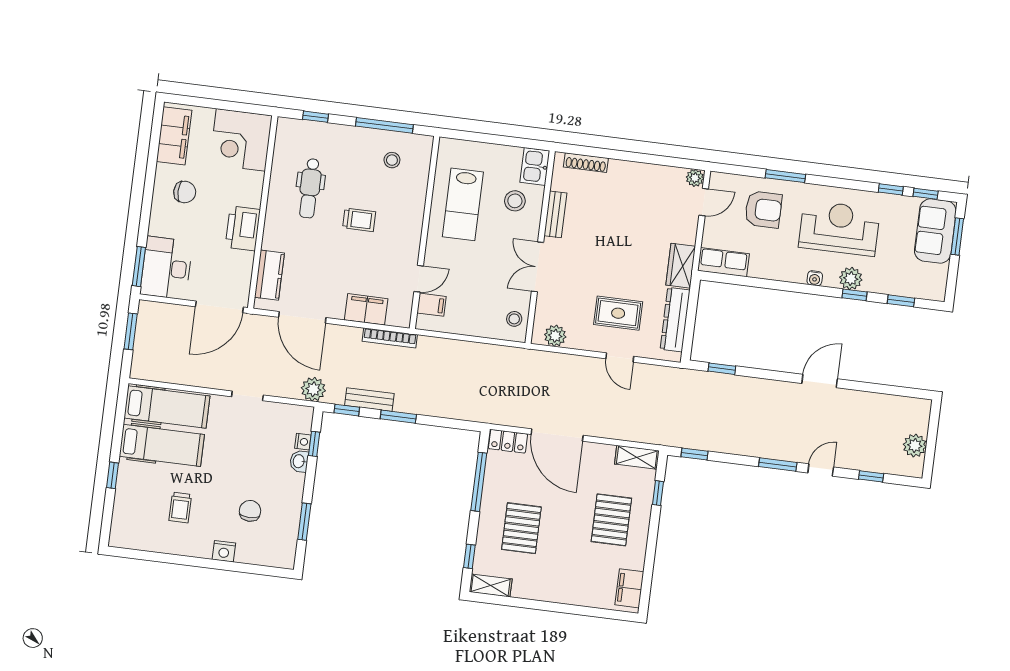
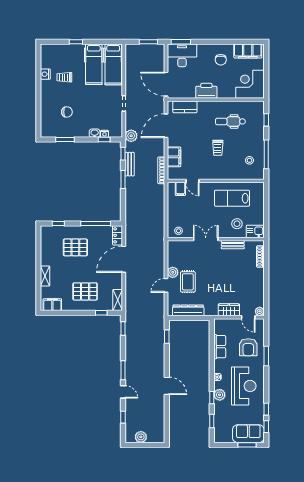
row of seats: (724, 262) -> (220, 347), moved
wardrobe: (681, 266) -> (229, 310), moved
plant: (555, 336) -> (173, 272), moved
nightstand: (224, 551) -> (45, 74), moved
shelving: (491, 586) -> (45, 276), moved

